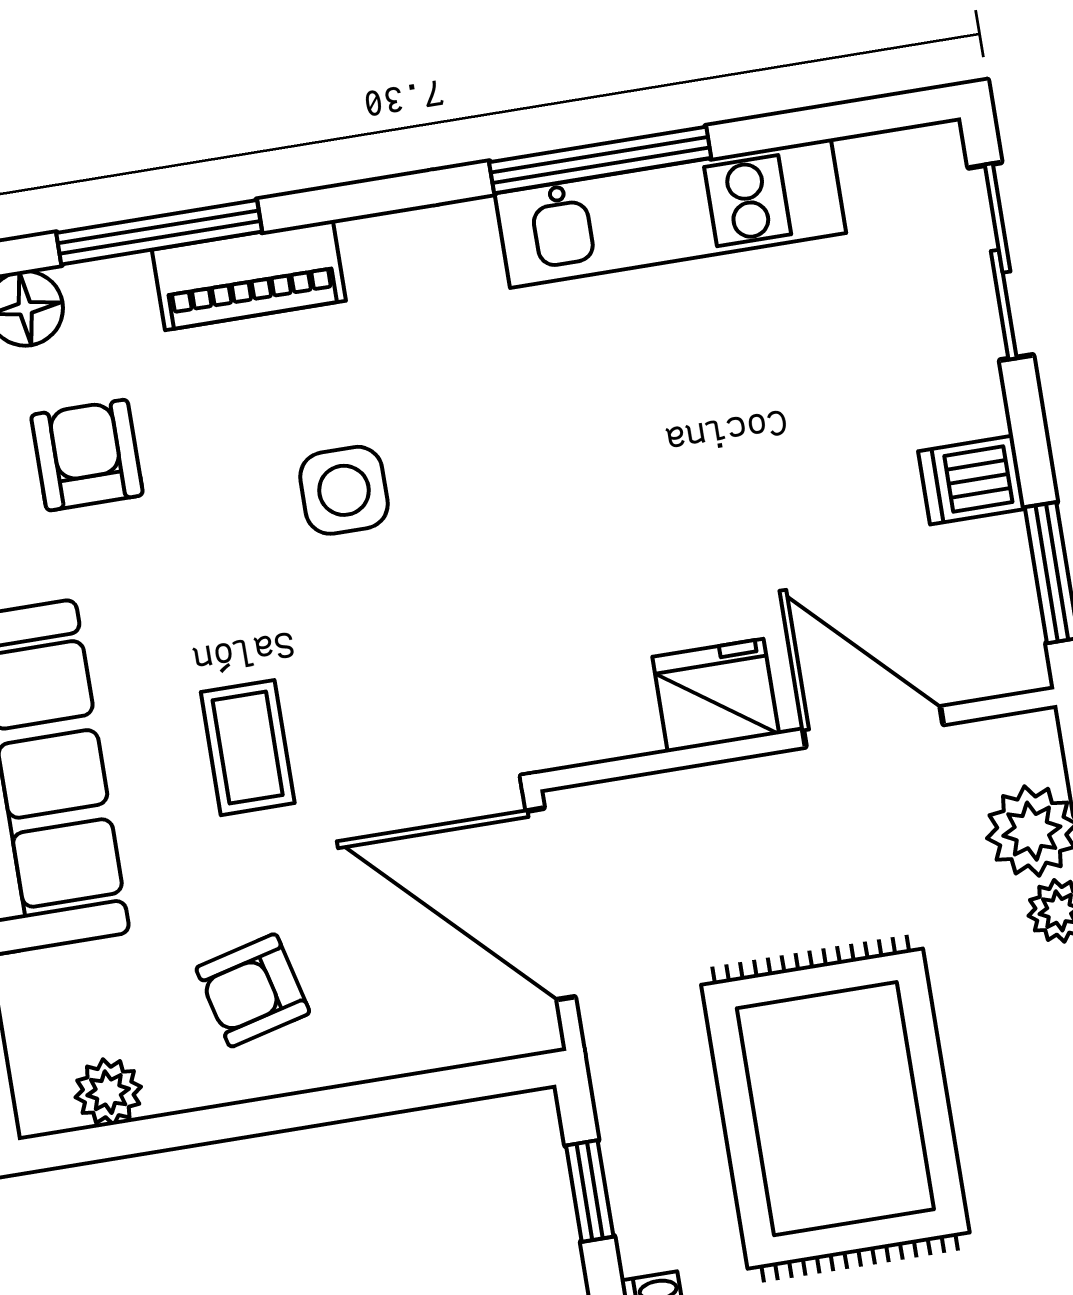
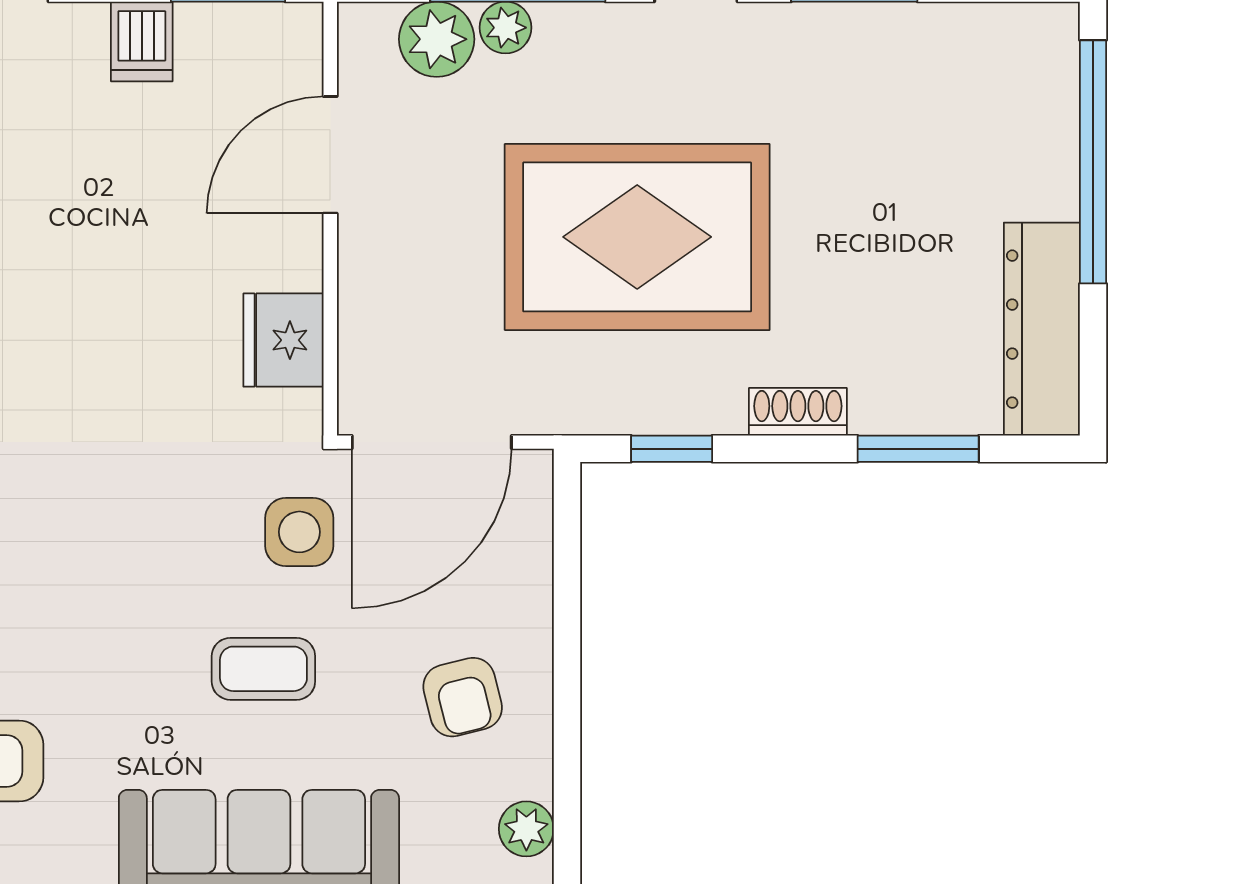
side table: (344, 490) -> (299, 532), moved
fridge: (716, 695) -> (284, 340), moved

